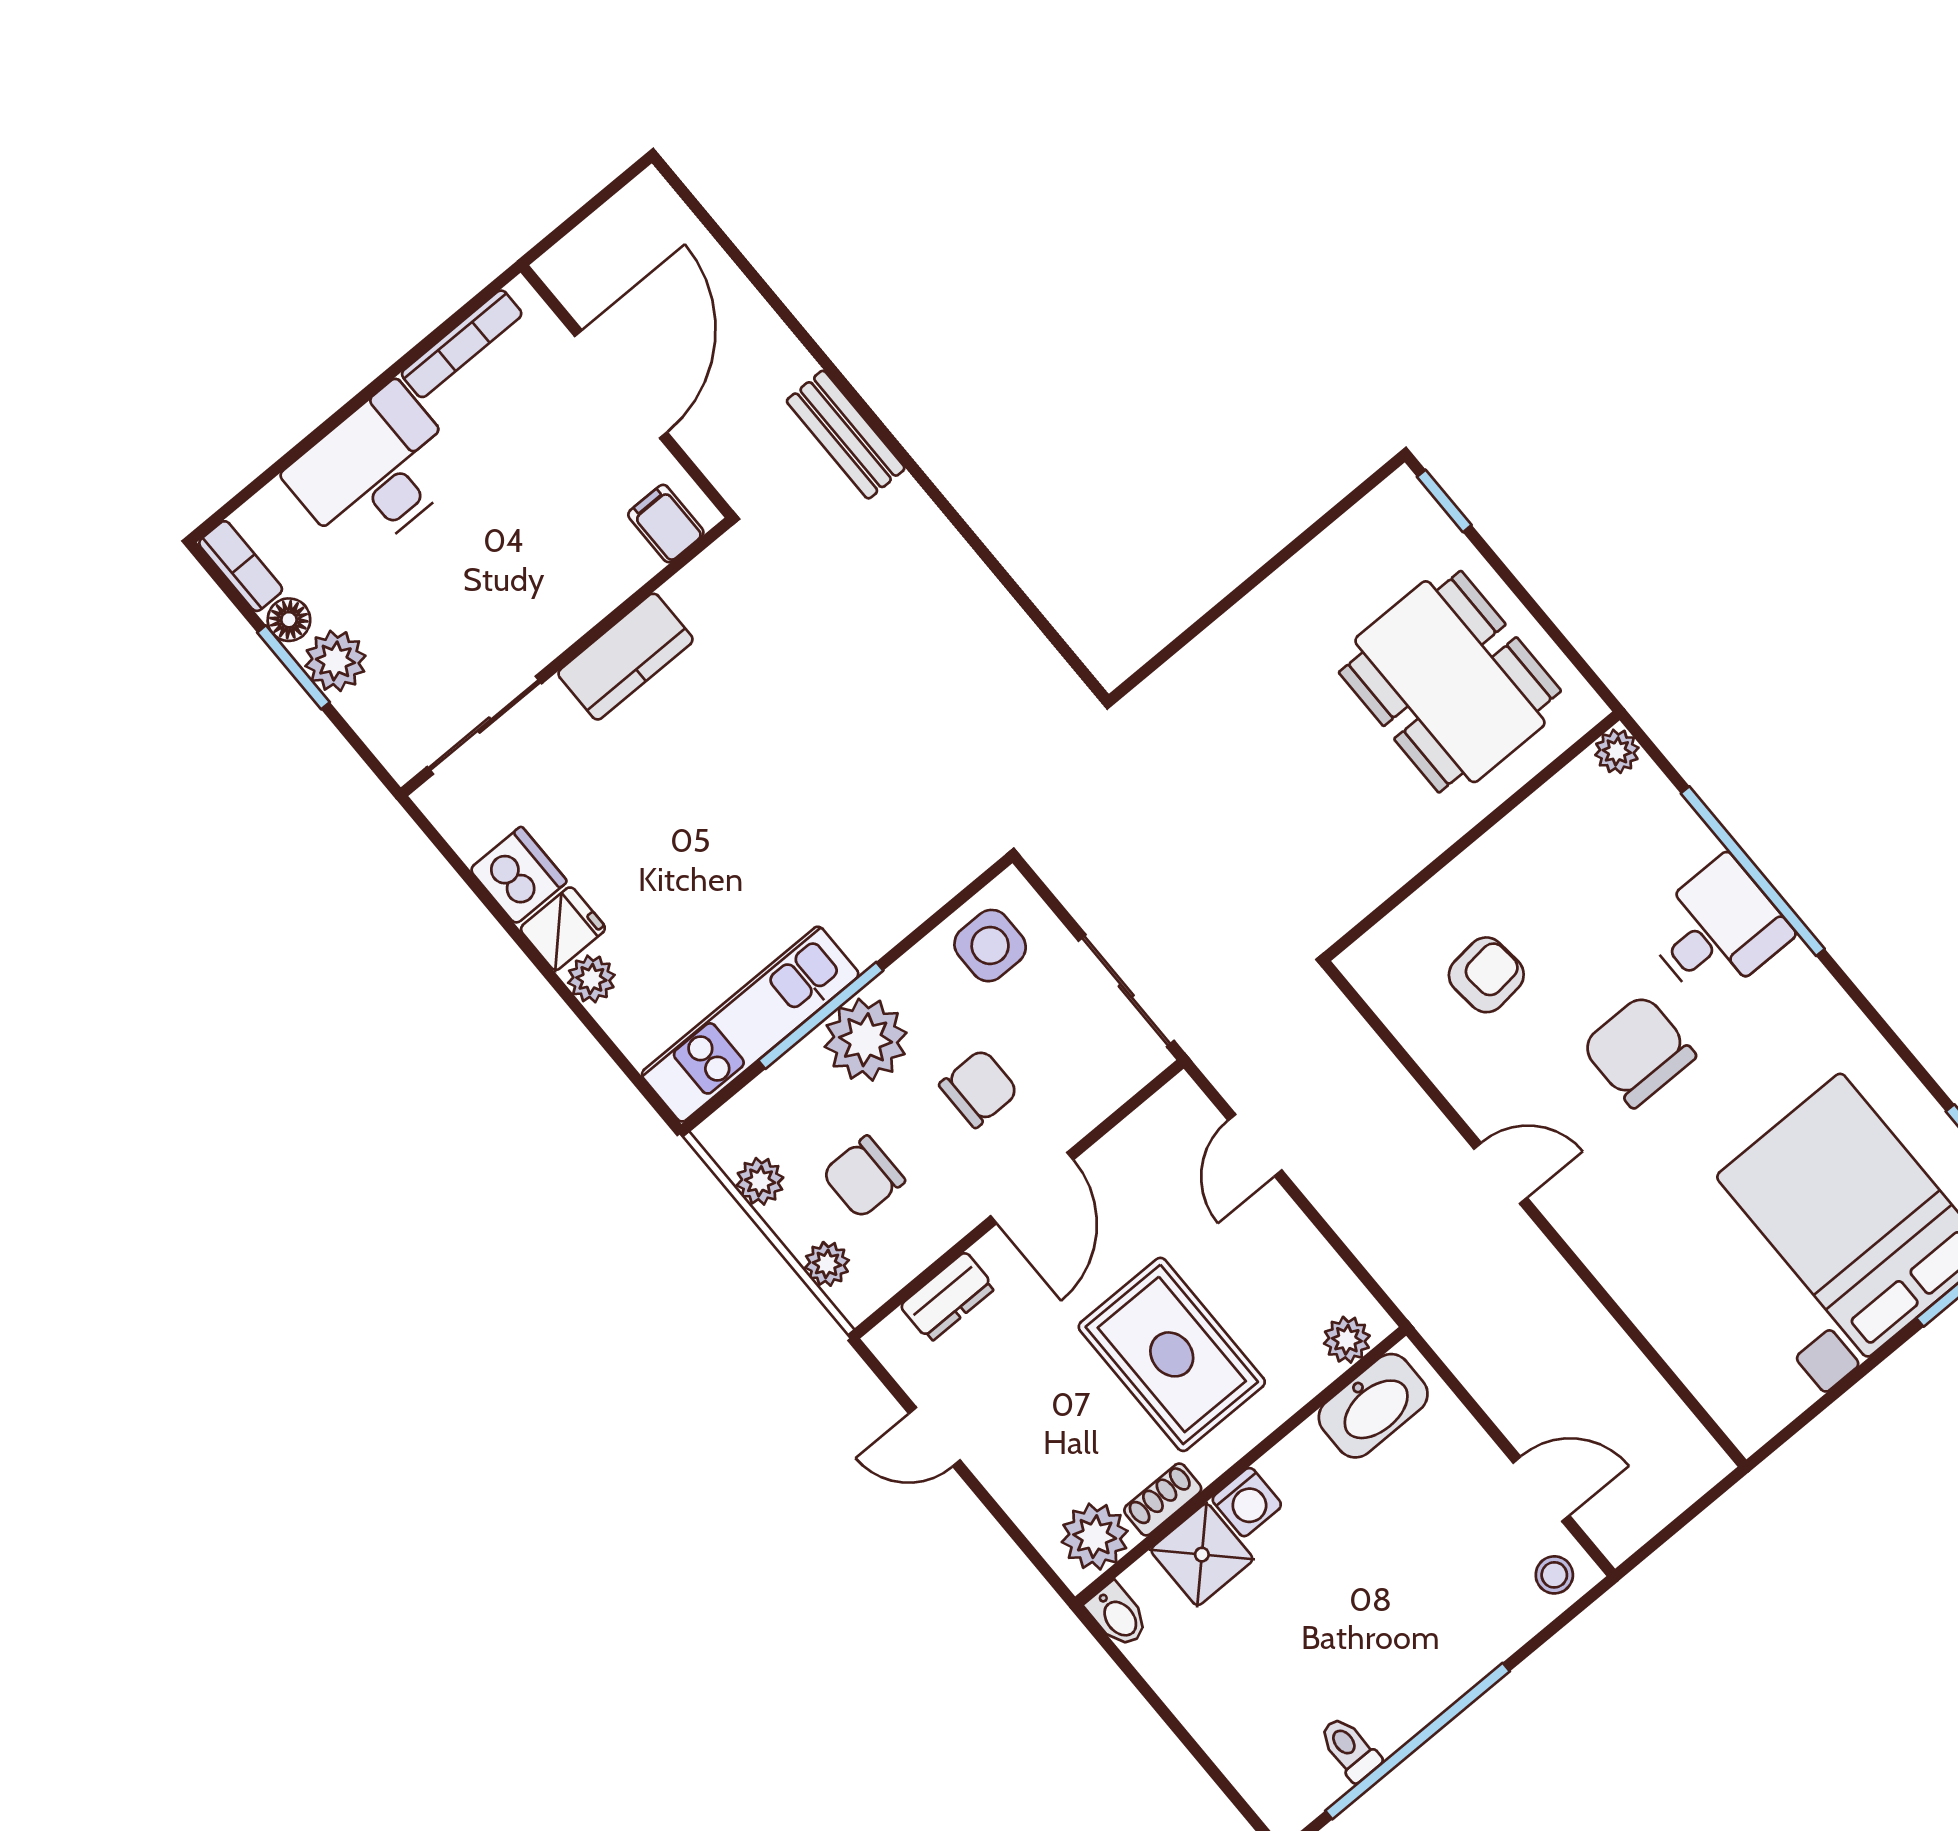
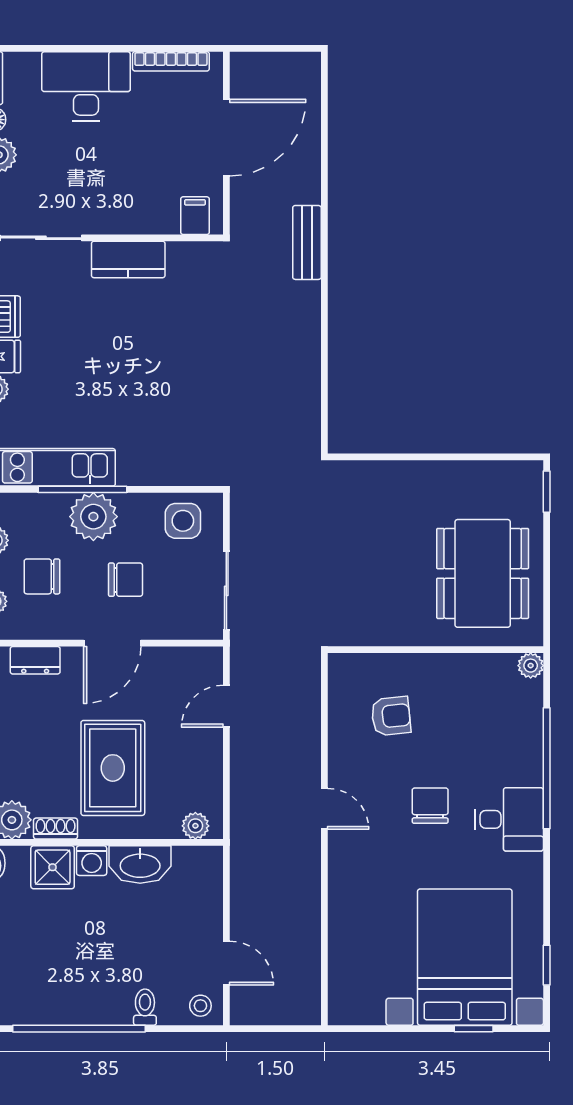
desk: (1717, 930) -> (509, 819), moved
chair: (1639, 1051) -> (430, 806), width x0.73, depth x0.73
washbasin: (1373, 1406) -> (140, 865), moved
toilet: (1350, 1749) -> (145, 1007), moved

